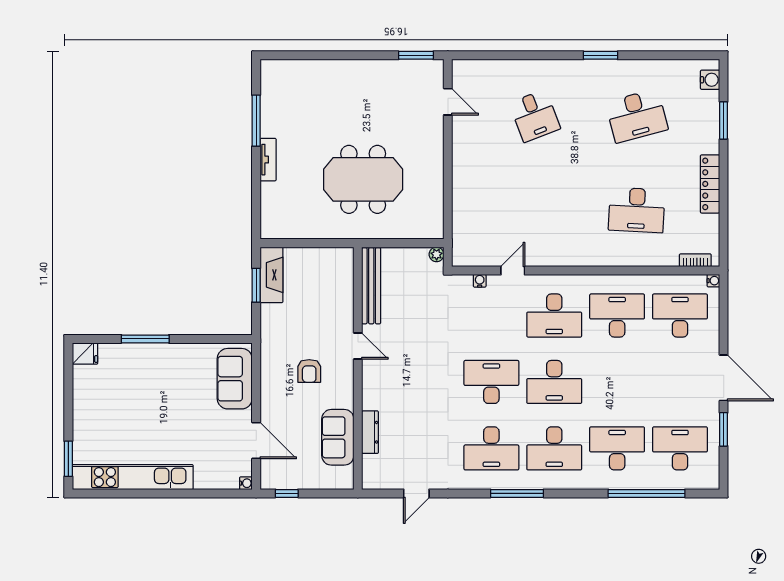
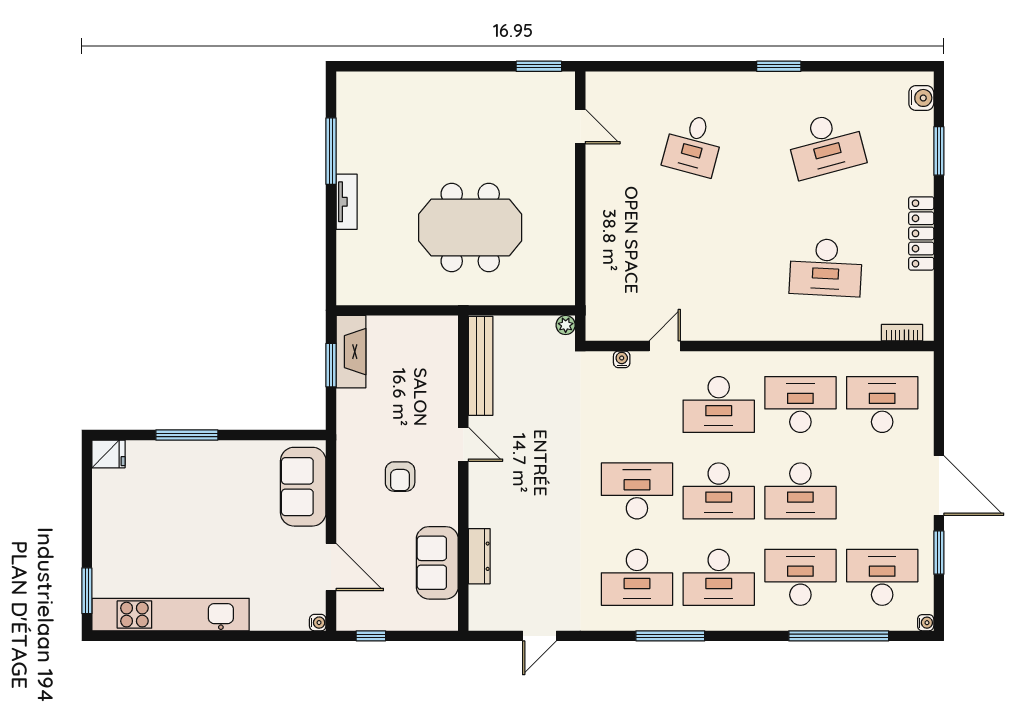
desk: (535, 116) -> (693, 145), turned 36
water cooler: (713, 281) -> (926, 623), moved
desk: (617, 382) -> (800, 491), added

